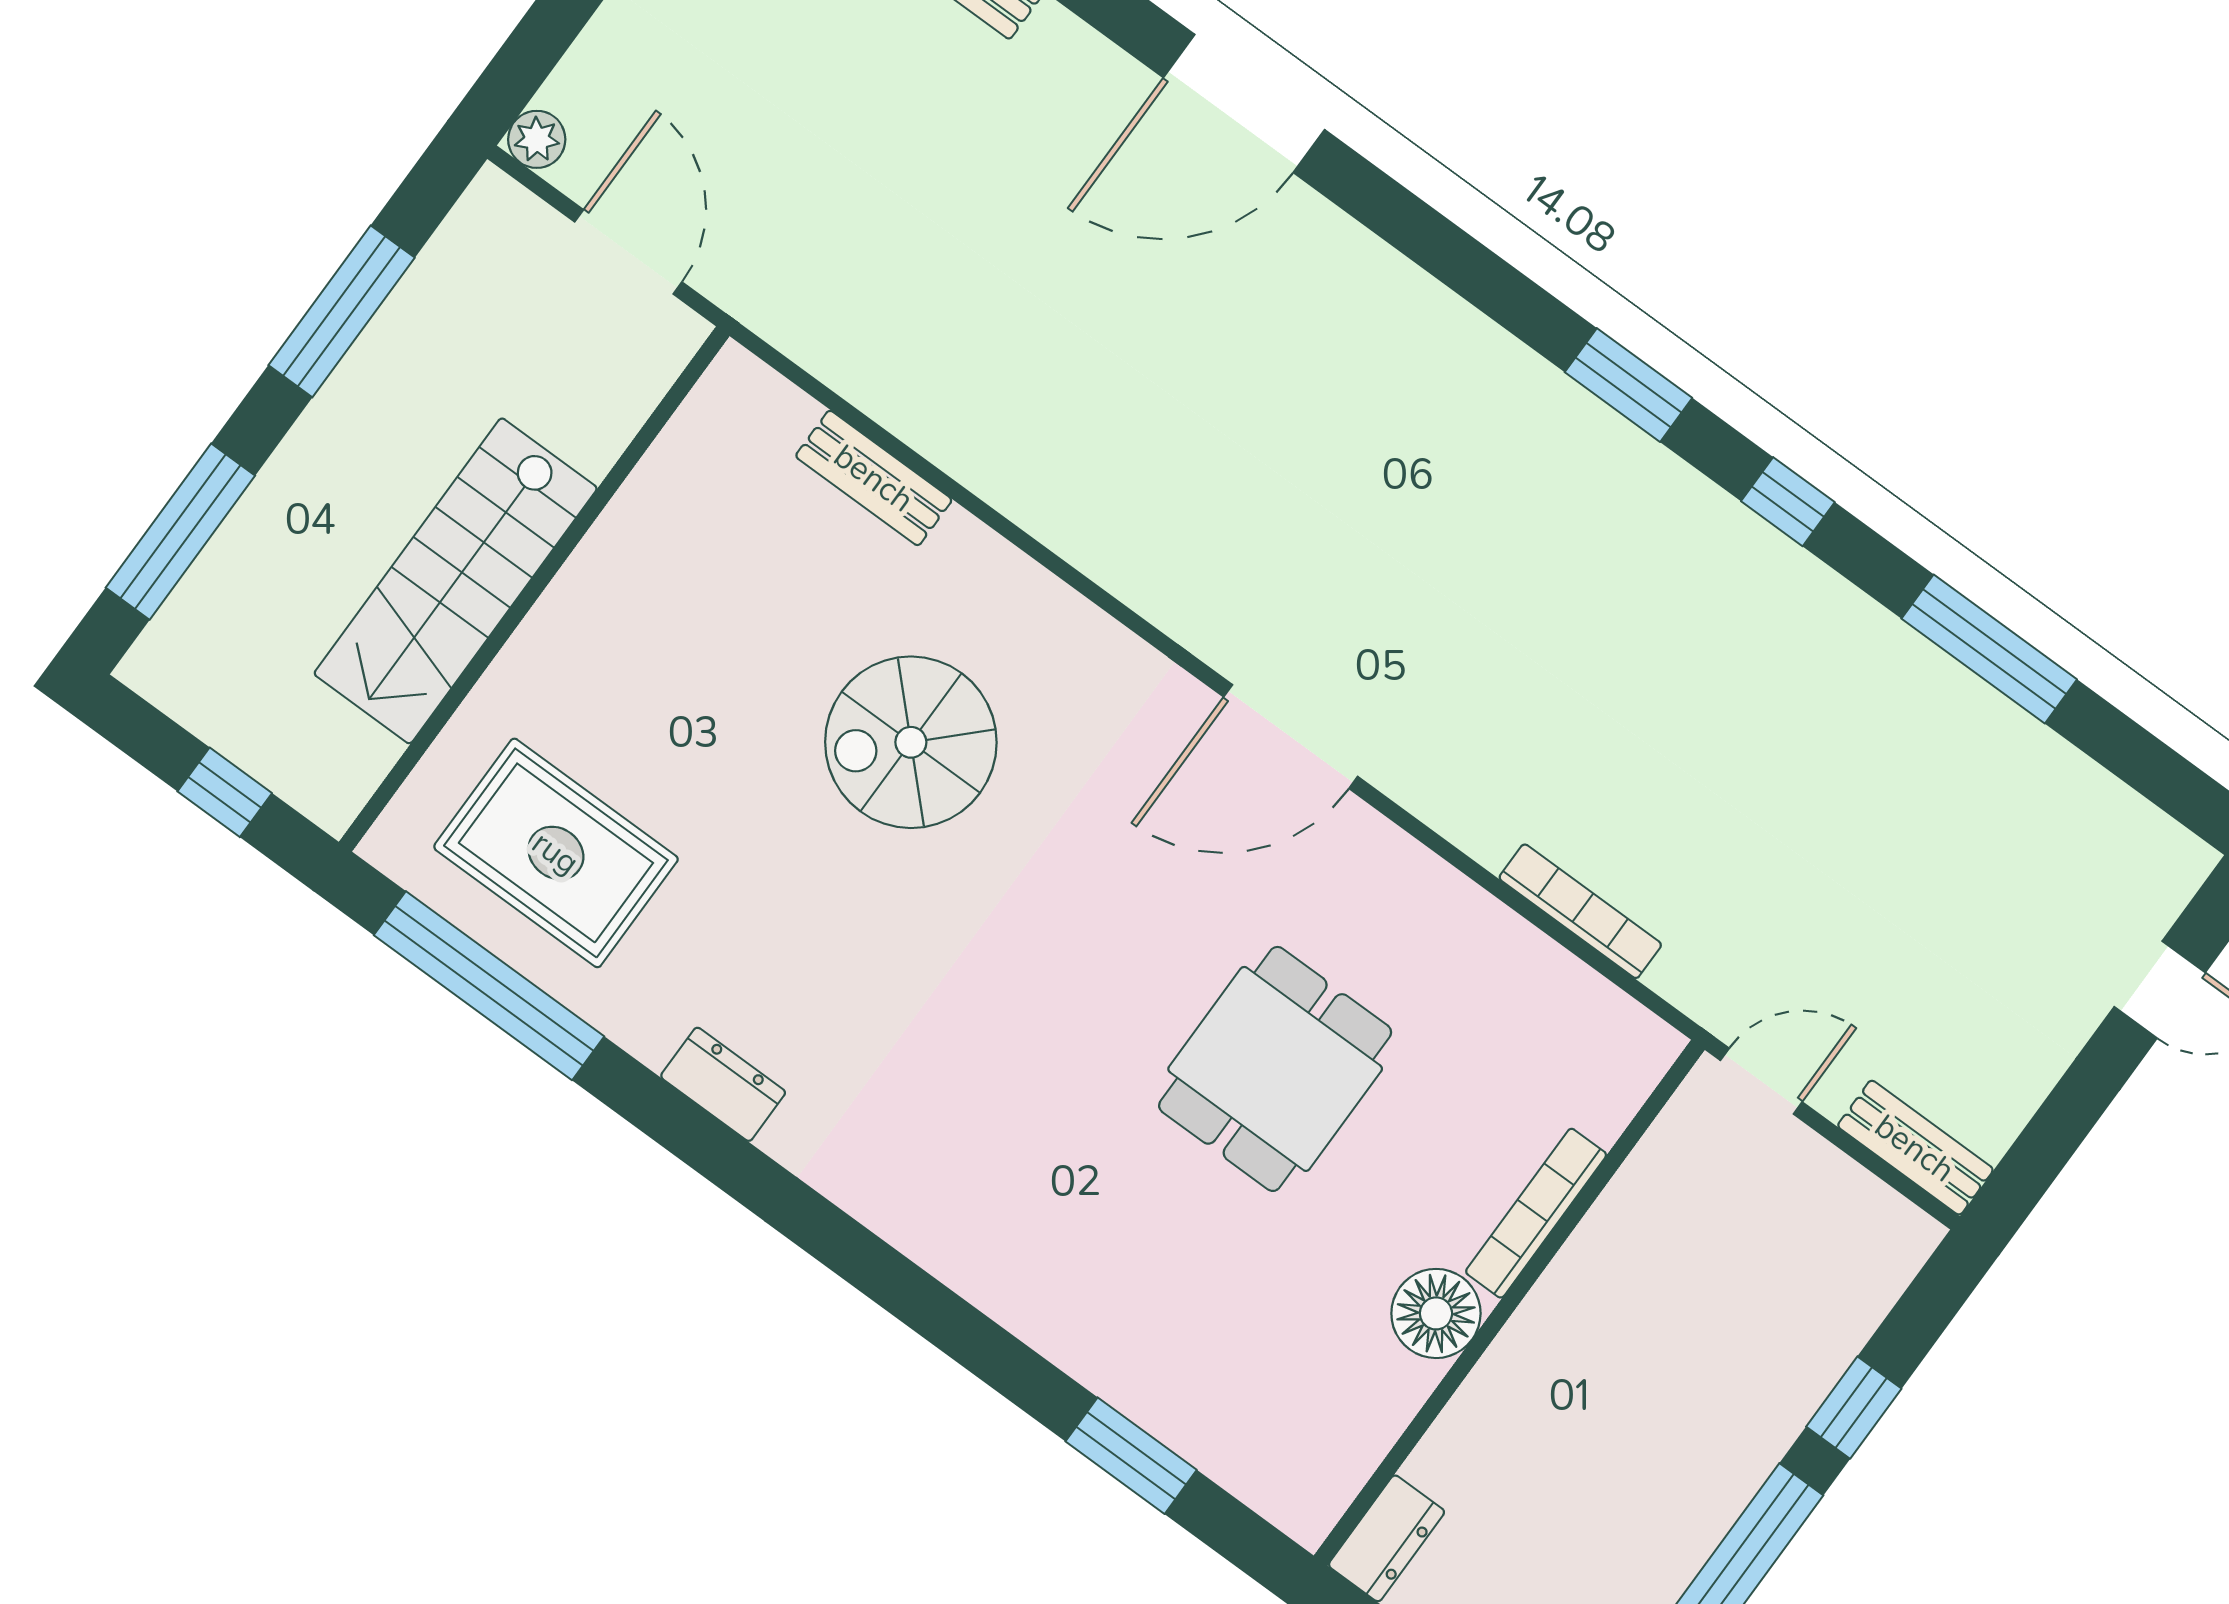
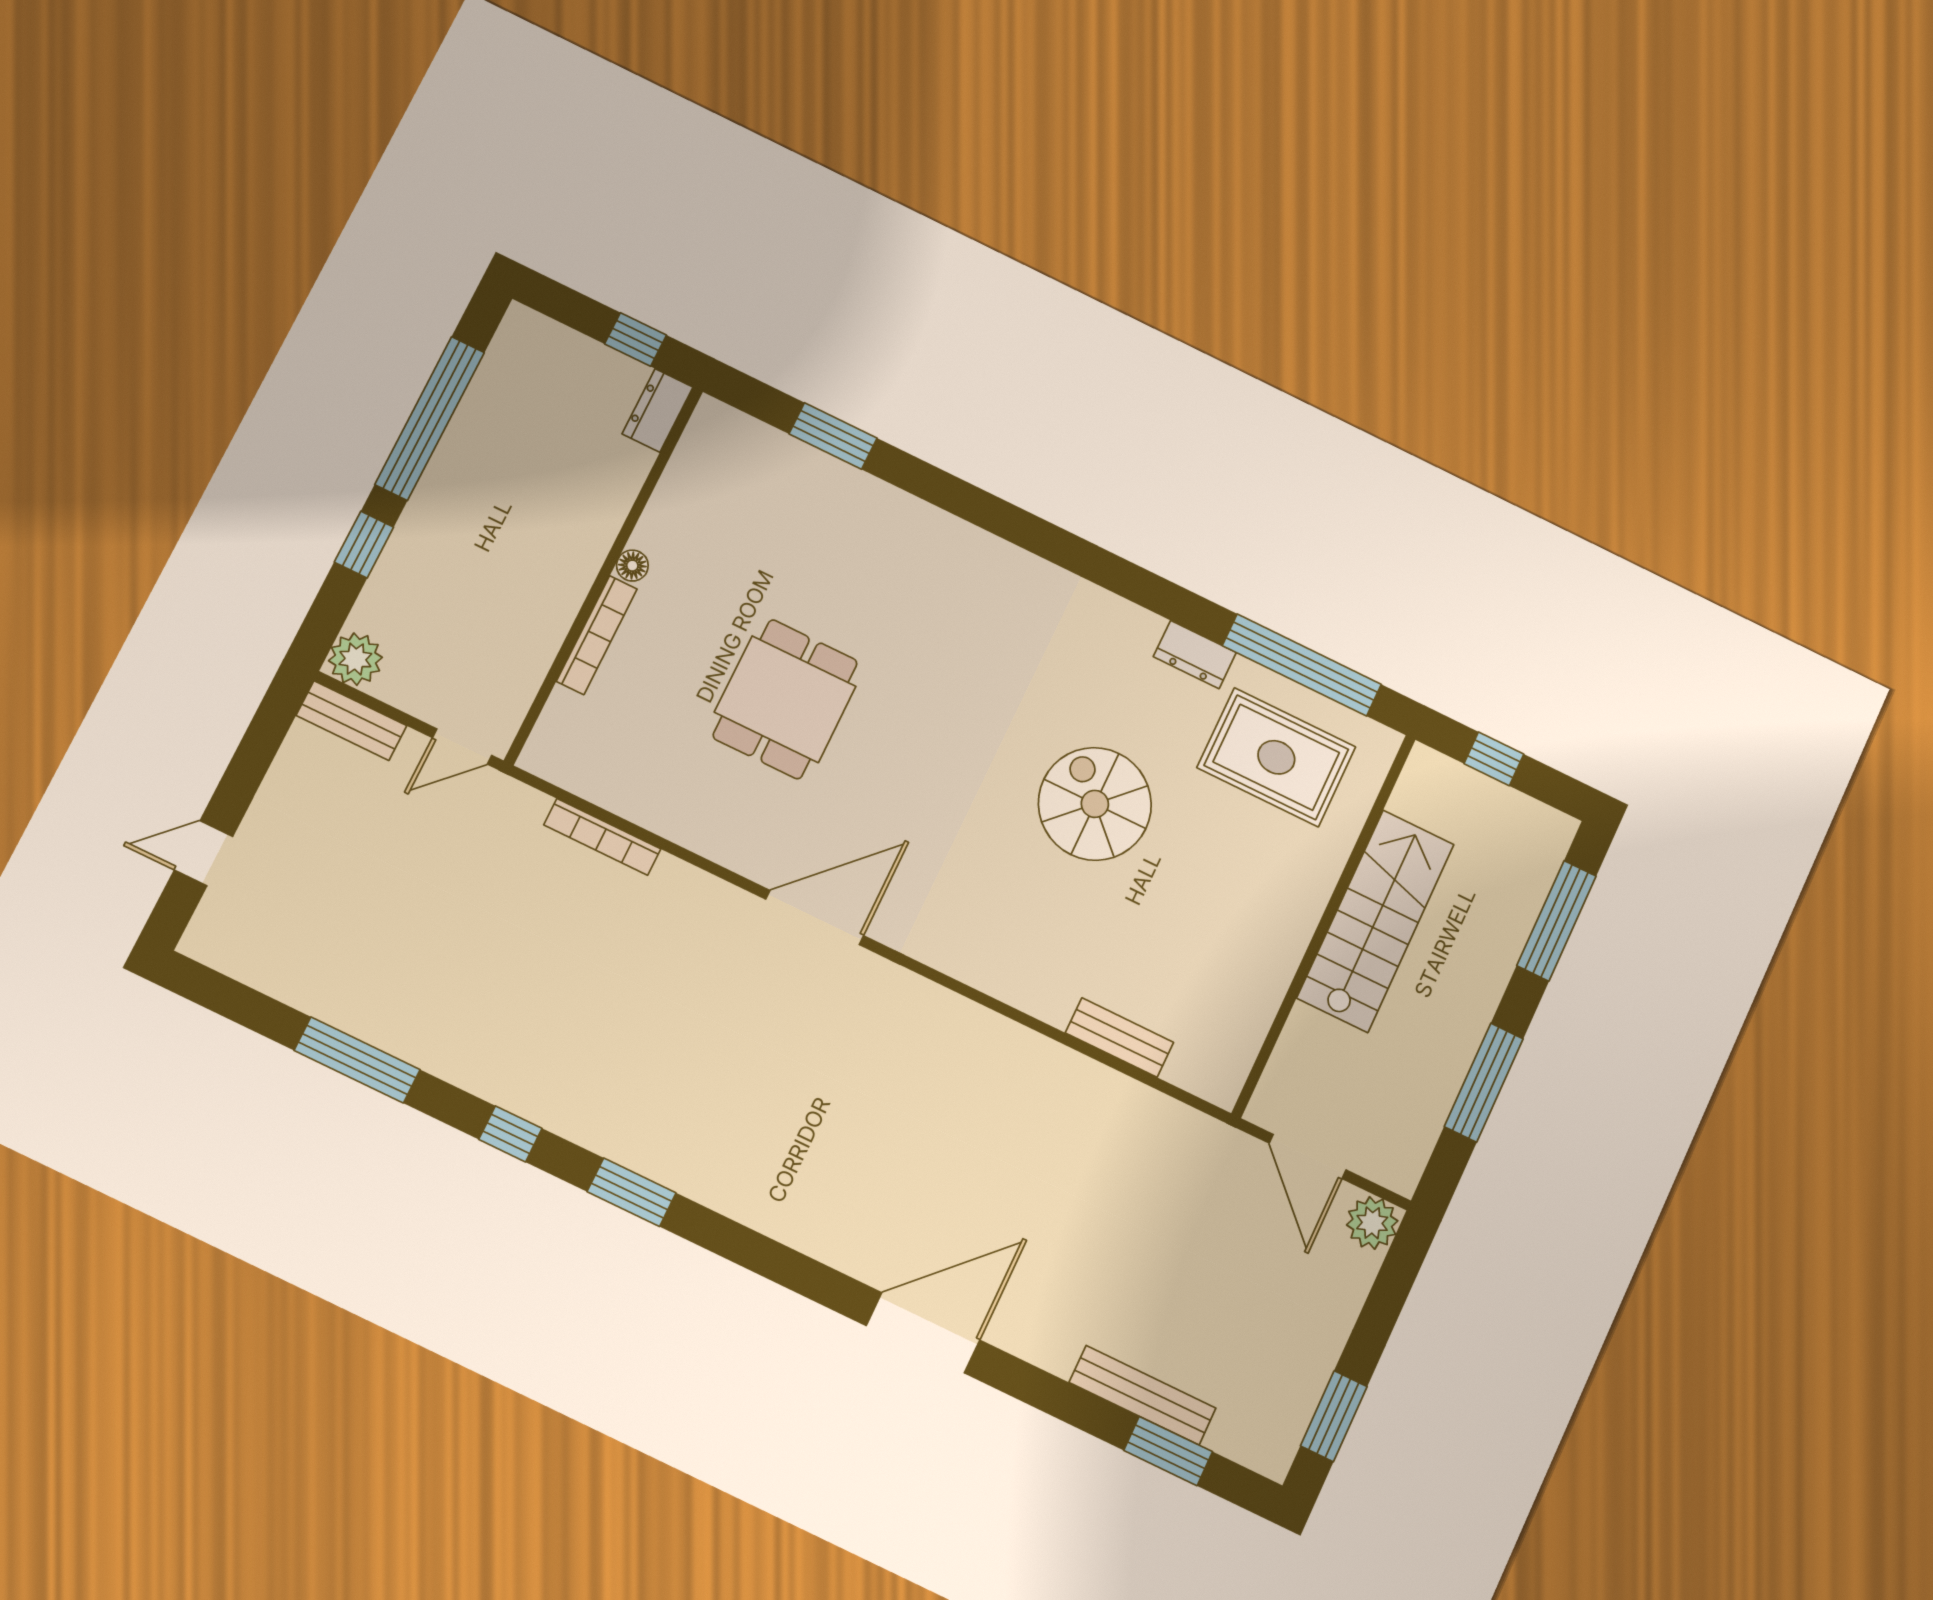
plant: (537, 139) -> (1372, 1223), width x1.38, depth x1.38
spiral stairs: (911, 742) -> (1095, 804), moved, turned -90
dresser: (723, 1084) -> (1195, 655), moved
plant: (1895, 1238) -> (355, 659), added
floor lamp: (1436, 1313) -> (632, 566), width x0.53, depth x0.53

